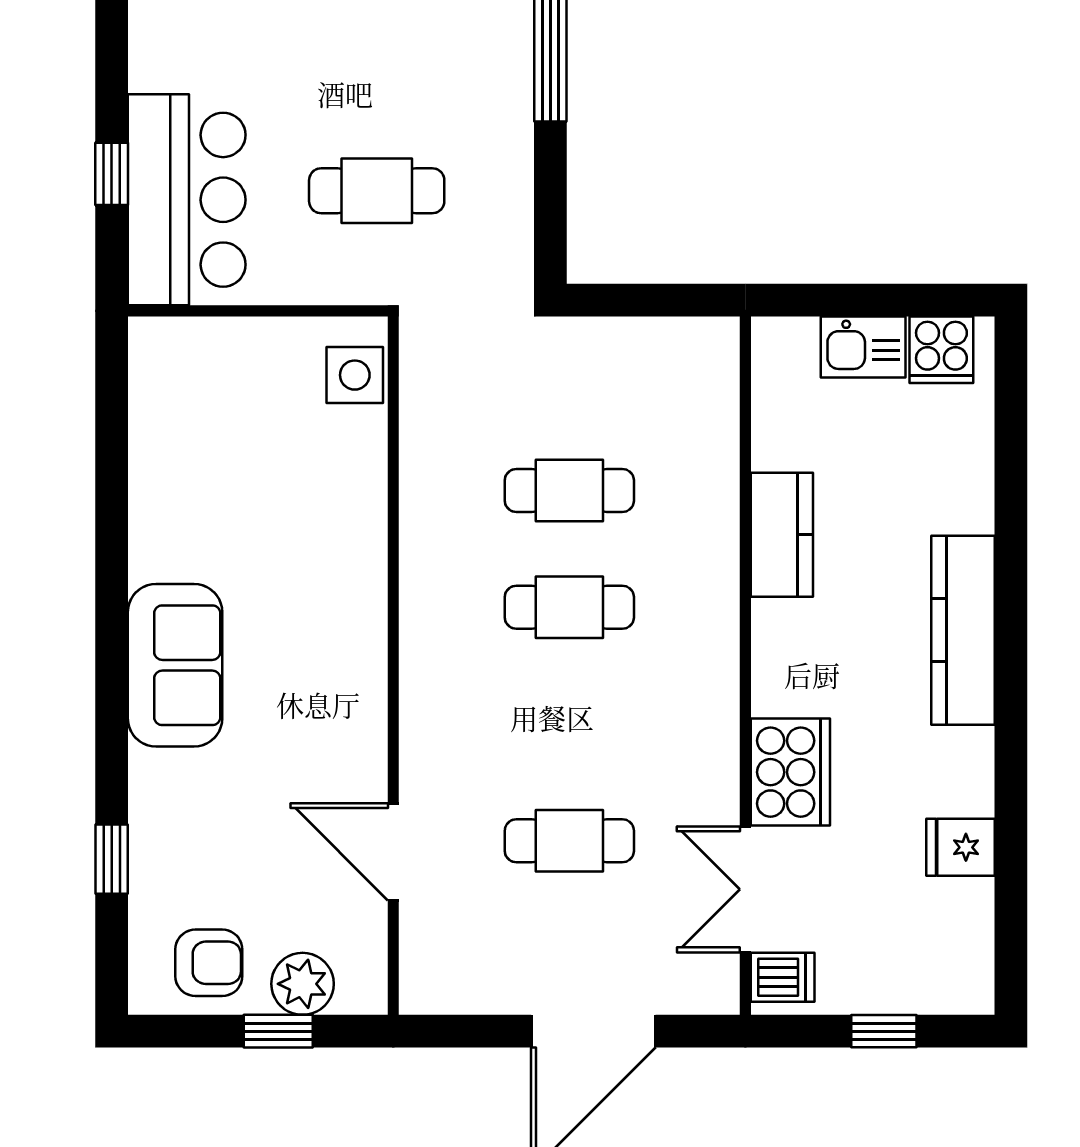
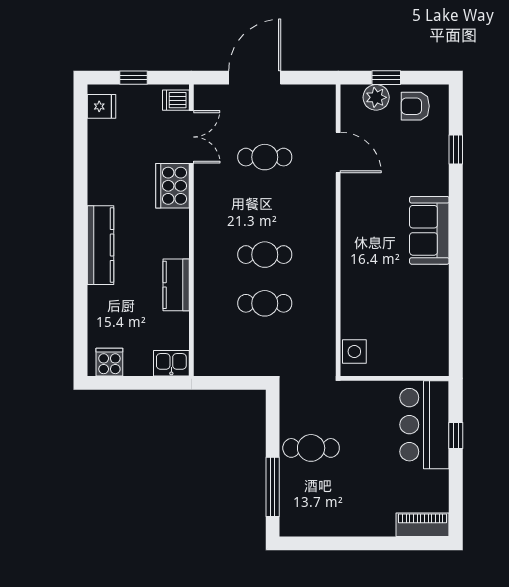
cafe table: (377, 191) -> (311, 448), moved
kitchen sink: (863, 347) -> (171, 363), moved
fridge: (960, 847) -> (102, 106), moved

